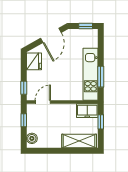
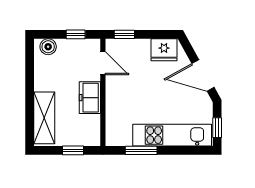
kitchen unit: (91, 74) -> (172, 135), moved
freezer: (87, 111) -> (90, 98), moved

